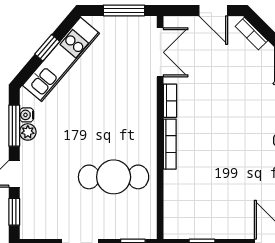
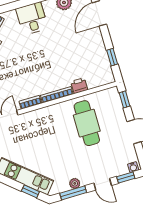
window: (47, 48) -> (30, 191), moved
water cooler: (27, 115) -> (133, 167), moved
printer: (174, 182) -> (79, 86), added

